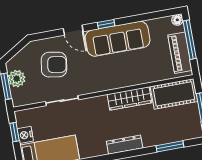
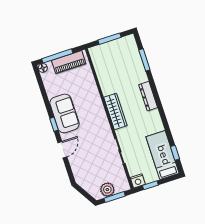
sofa: (118, 39) -> (64, 113), width x0.73
armchair: (54, 65) -> (92, 161), removed
cot: (174, 94) -> (102, 62), removed
wardrobe: (129, 99) -> (115, 111), moved
nightstand: (25, 135) -> (138, 181), moved

